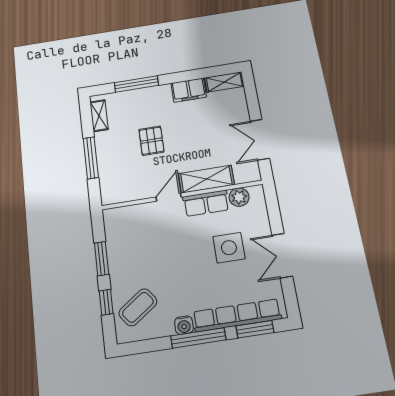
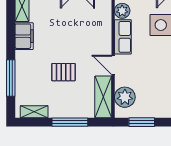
shelving: (206, 179) -> (103, 97), moved
plant: (129, 218) -> (125, 97), added
window: (102, 259) -> (142, 122), moved

